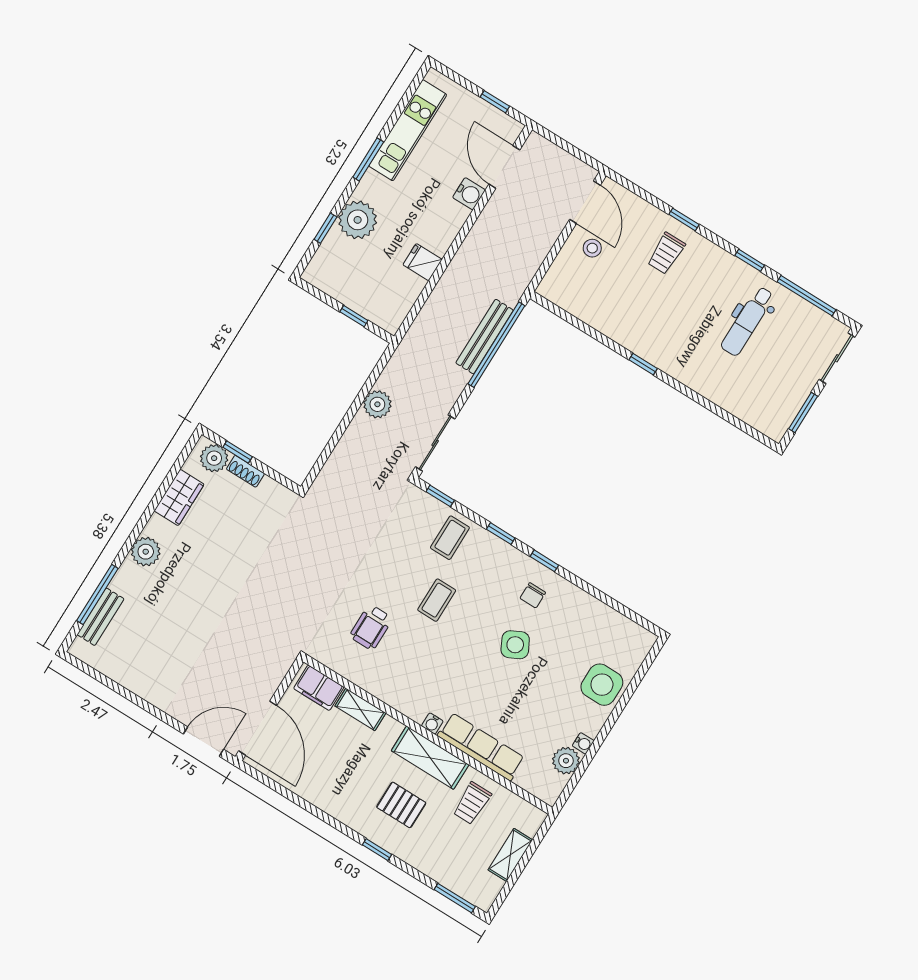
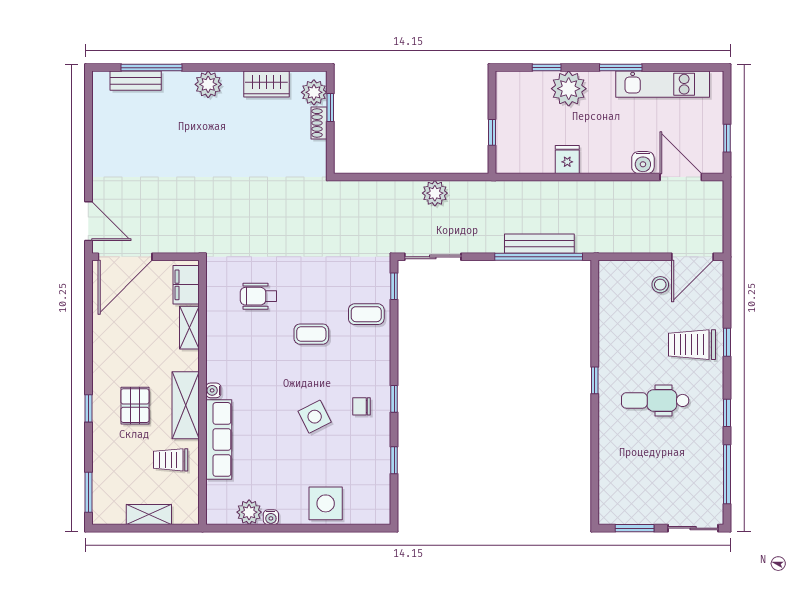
door: (504, 167) -> (681, 177), hinge flipped
trolley: (666, 253) -> (692, 345), width x1.36, depth x1.39
dental chair: (747, 321) -> (655, 400), moved
window: (501, 534) -> (394, 460), moved

